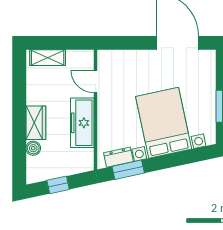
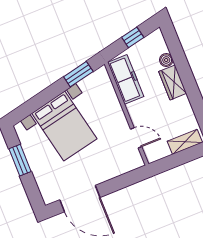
freezer: (82, 123) -> (126, 79), moved
dresser: (118, 157) -> (91, 81), removed

